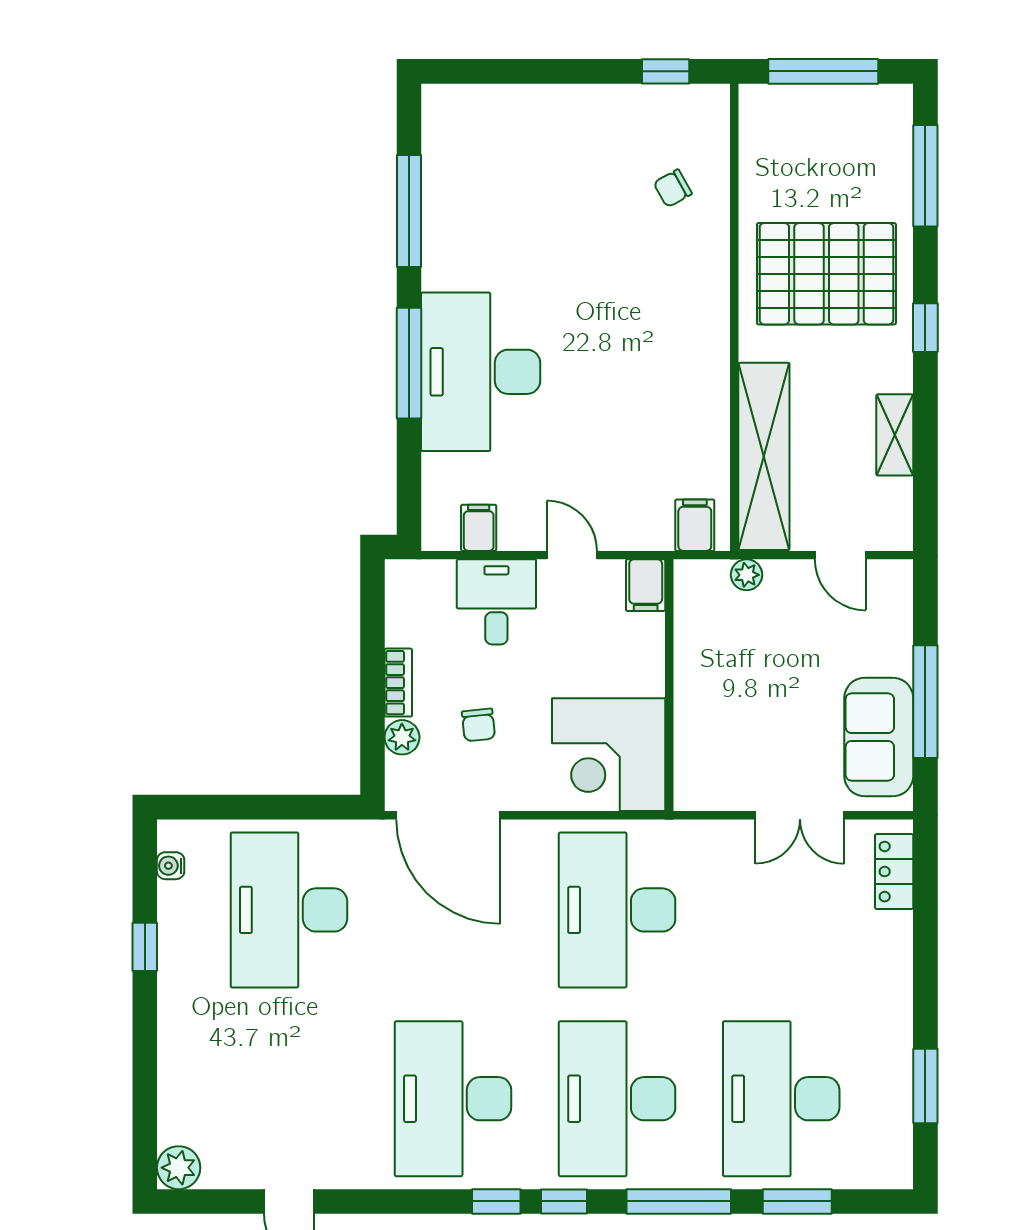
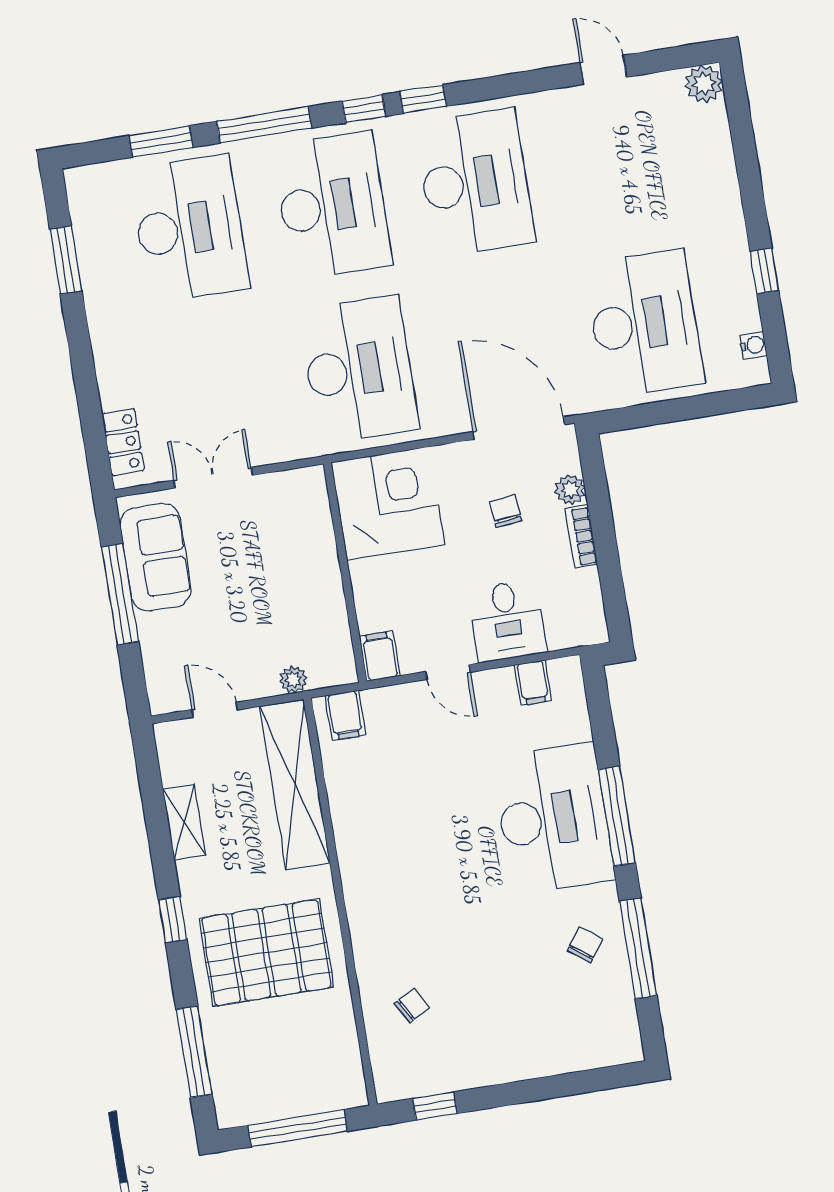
chair: (468, 224) -> (585, 945), added

